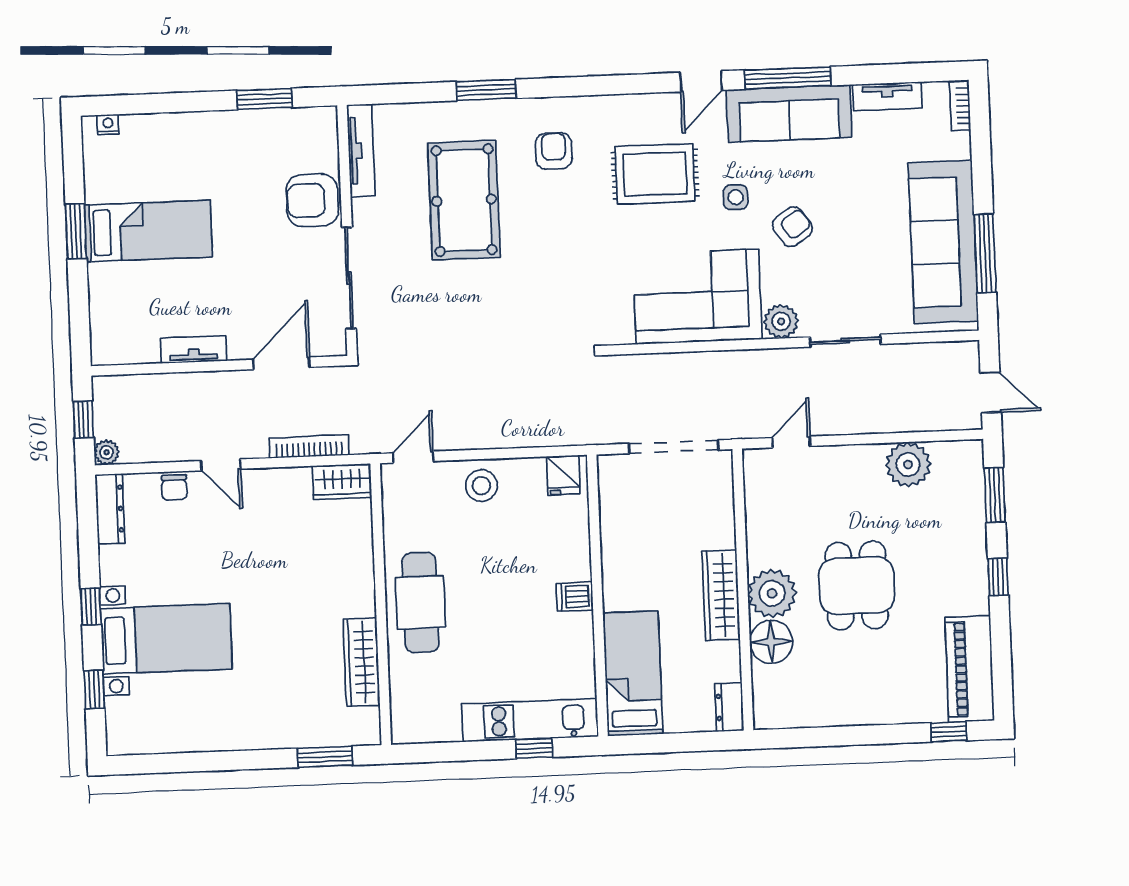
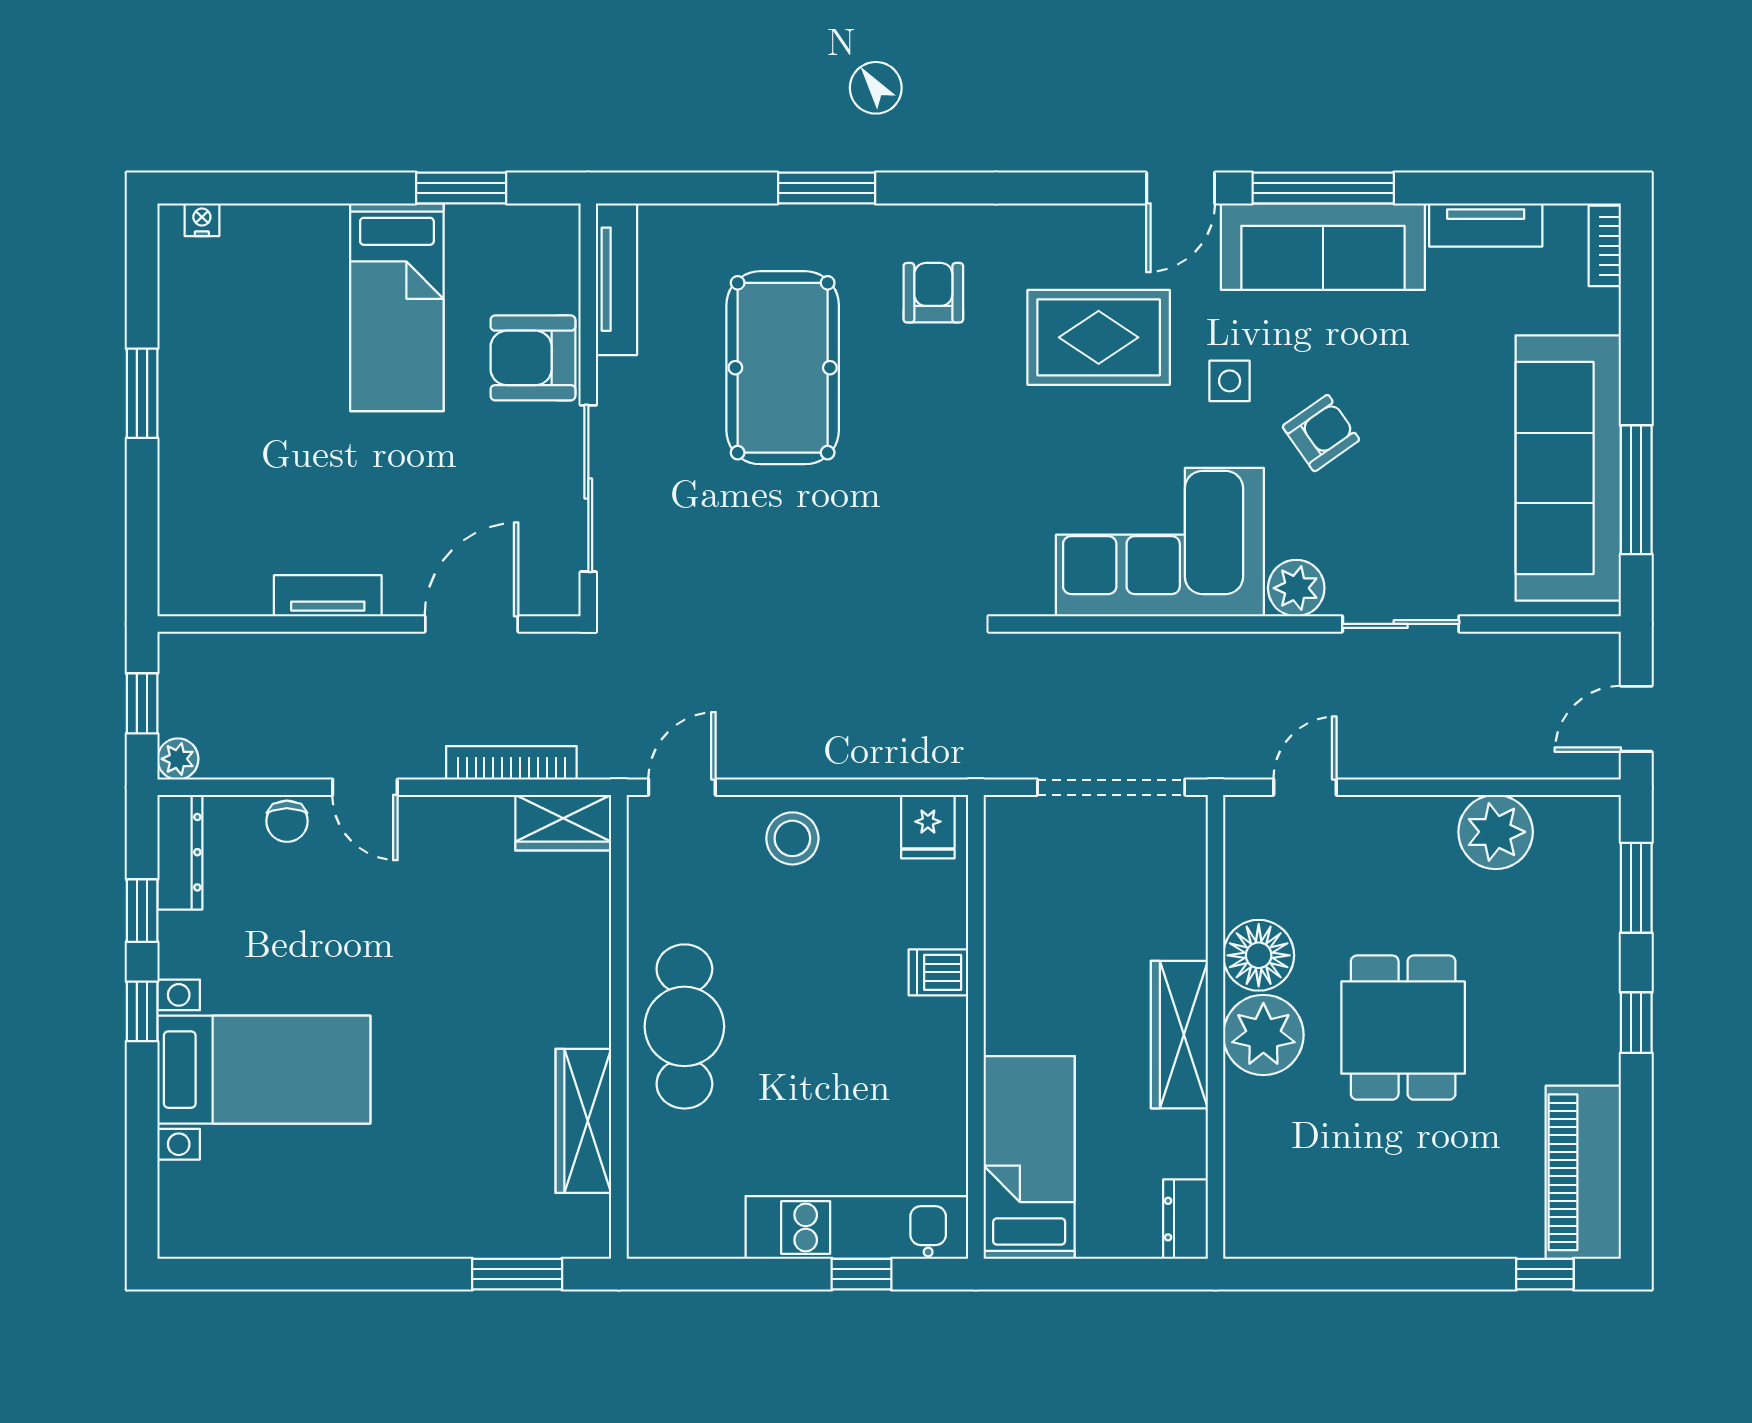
bed: (148, 231) -> (397, 307), moved, turned 90
door: (991, 392) -> (1636, 719), swing flipped
dishwasher: (575, 597) -> (938, 972), moved
floor lamp: (771, 642) -> (1259, 955), moved
window: (94, 689) -> (142, 911), moved

